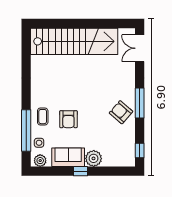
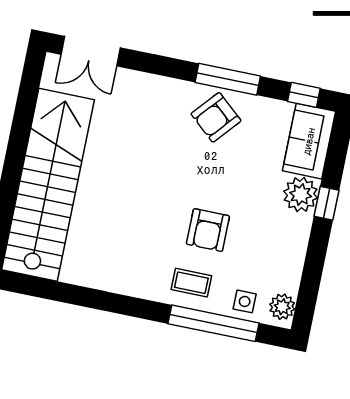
window: (140, 103) -> (228, 79), moved
armchair: (68, 119) -> (208, 230), turned 90
sofa: (68, 157) -> (309, 141), moved
window: (81, 171) -> (327, 203), moved

